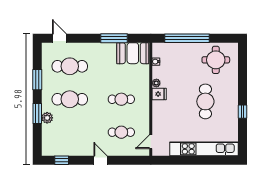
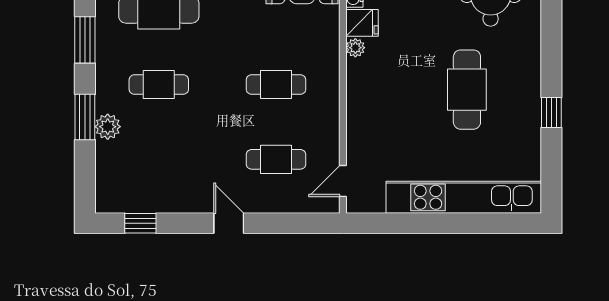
fridge: (159, 94) -> (362, 23), moved
cafe table: (70, 99) -> (159, 85), width x0.73, depth x0.74

